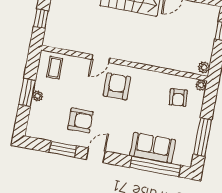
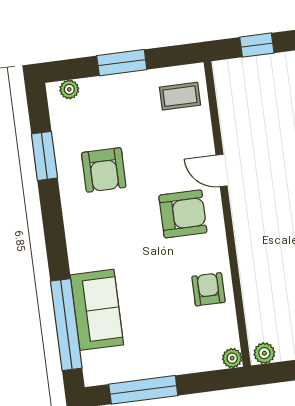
plant: (38, 96) -> (69, 89), moved
armchair: (178, 98) -> (208, 289), moved, turned 95
door: (96, 155) -> (52, 216), removed

